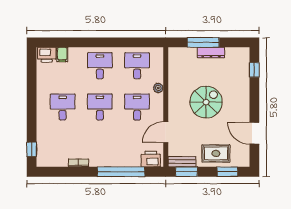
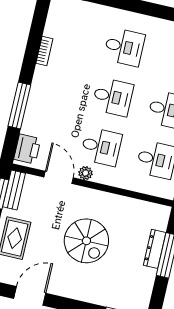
dresser: (211, 52) -> (155, 249), moved
plant: (158, 88) -> (85, 173), moved
window: (121, 172) -> (19, 105), width x0.68

